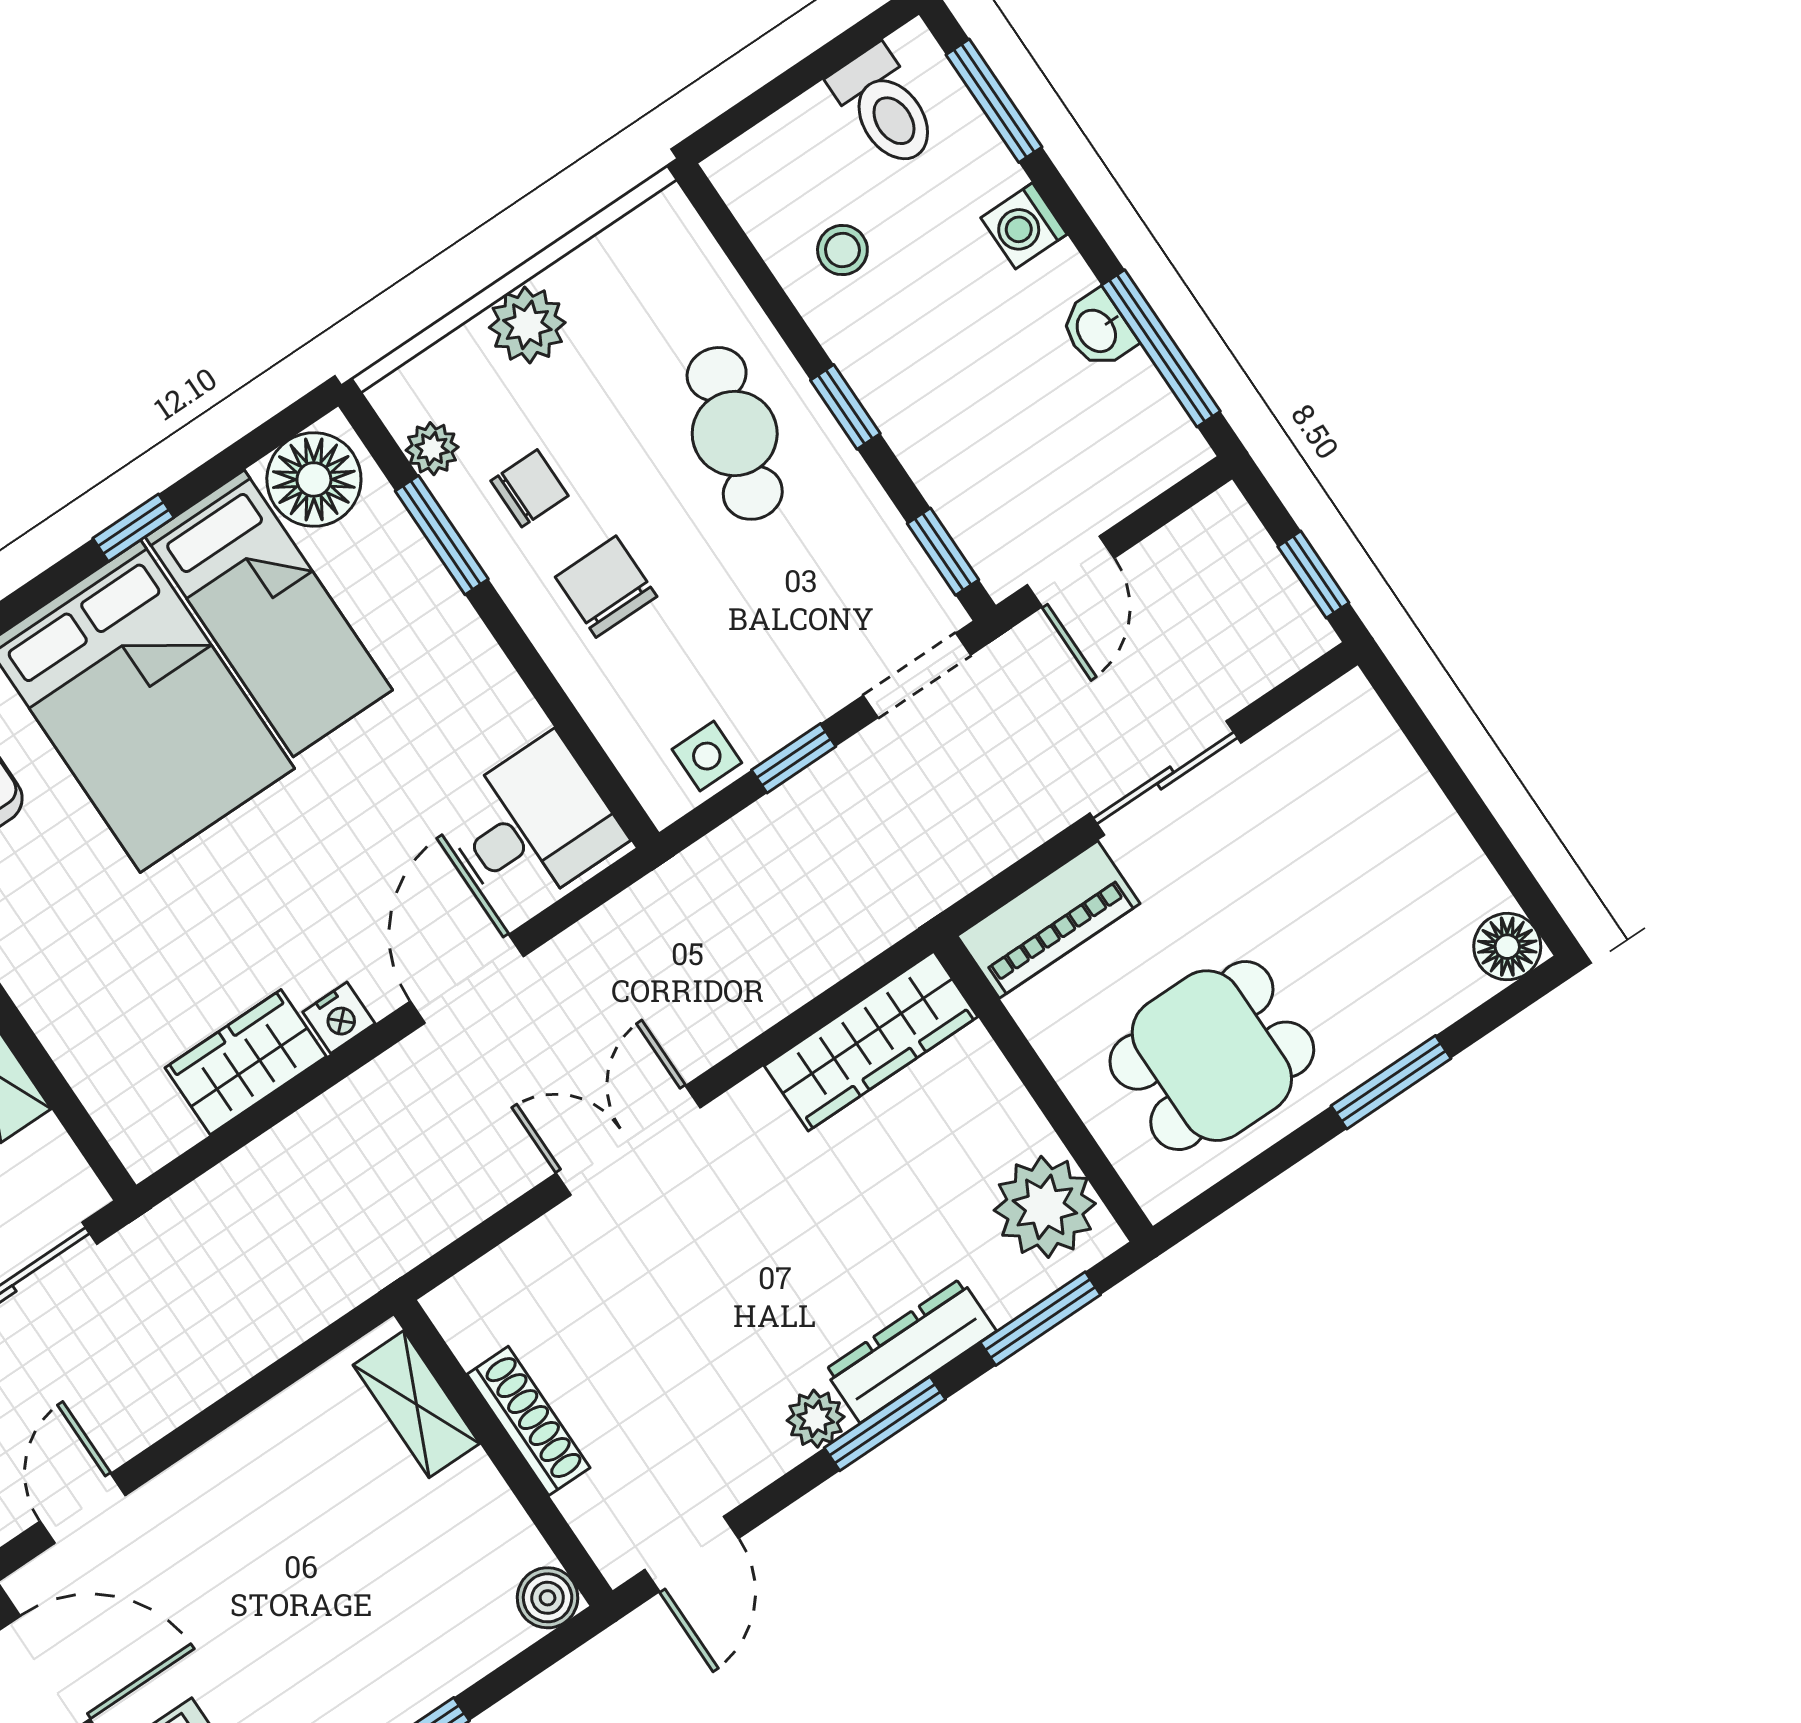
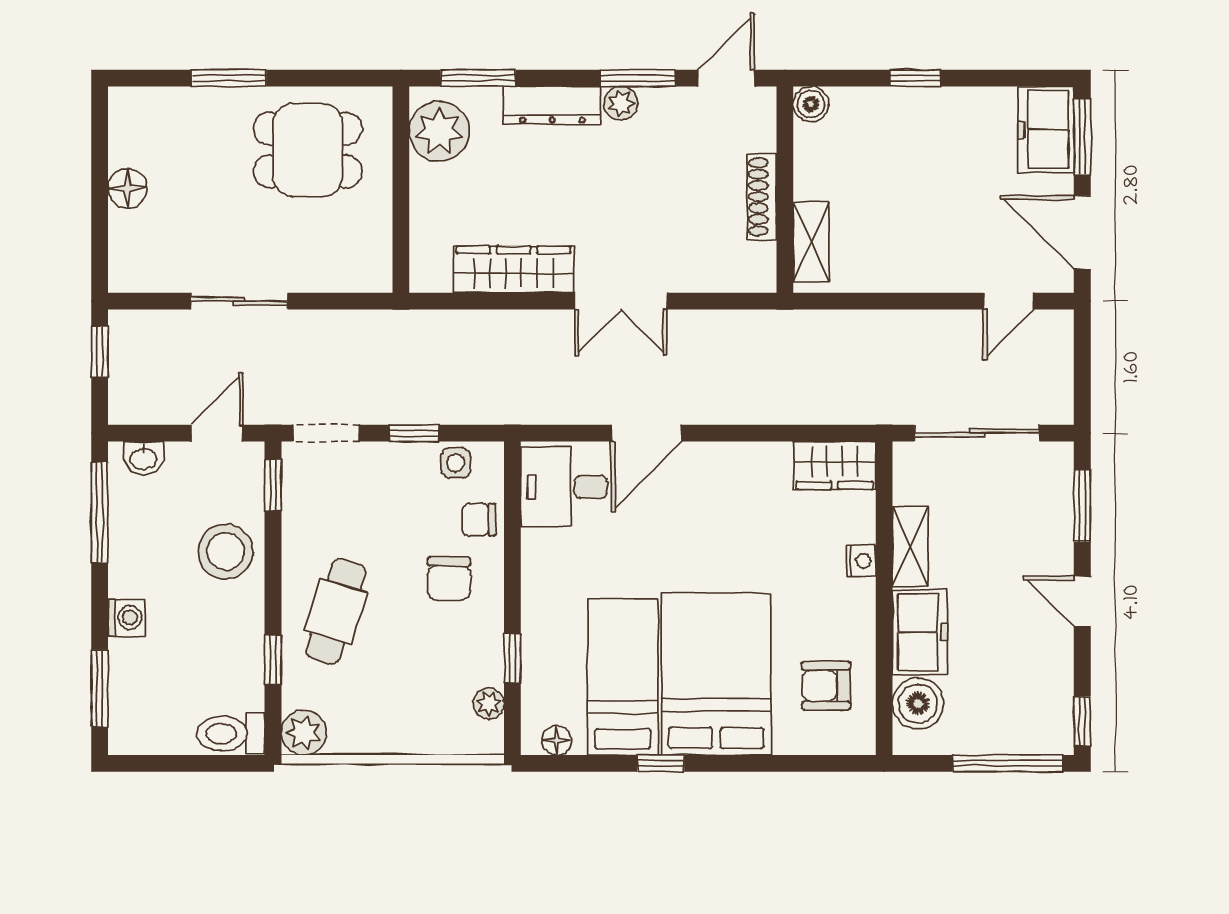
toilet: (885, 107) -> (231, 733), moved, turned -90
stool: (842, 250) -> (226, 551), moved, width x1.89, depth x1.89
plant: (527, 325) -> (304, 733), moved
washbasin: (1098, 330) -> (144, 458), moved, turned 90
window: (845, 407) -> (273, 660), moved
floor lamp: (314, 479) -> (557, 741), width x0.53, depth x0.53
chair: (530, 488) -> (479, 520), moved
window: (442, 535) -> (512, 658), width x0.67
piano: (1049, 920) -> (343, 270), removed
floor lamp: (1507, 947) -> (128, 188), moved
nightstand: (339, 1018) -> (861, 561), moved, turned 90
wardrobe: (871, 1041) -> (514, 269), moved
wardrobe: (246, 1062) -> (835, 465), moved
window: (885, 1424) -> (638, 78), moved

